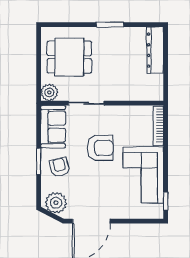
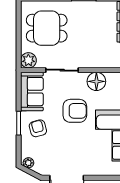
floor lamp: (124, 116) -> (96, 81), added
plant: (56, 203) -> (28, 163), width x0.53, depth x0.53

